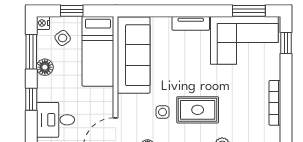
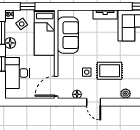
sofa: (134, 55) -> (68, 35), width x0.73
desk: (55, 120) -> (17, 73), width x1.37

